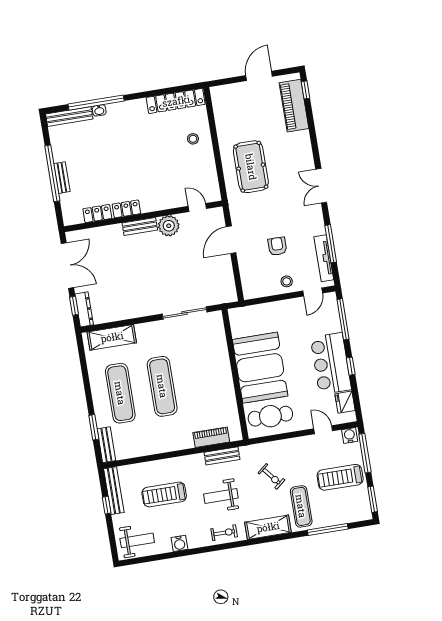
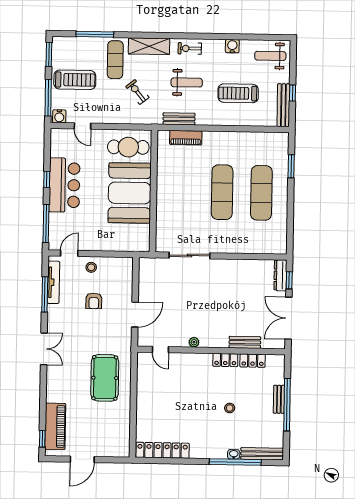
stool: (193, 139) -> (230, 408), moved
bench: (140, 226) -> (245, 342), moved
plant: (169, 226) -> (194, 342), width x0.53, depth x0.53
shelving: (112, 337) -> (260, 245), removed
fridge: (345, 402) -> (58, 148), removed
bench: (106, 445) -> (283, 148), removed
treadmill: (164, 494) -> (238, 93), turned 180

